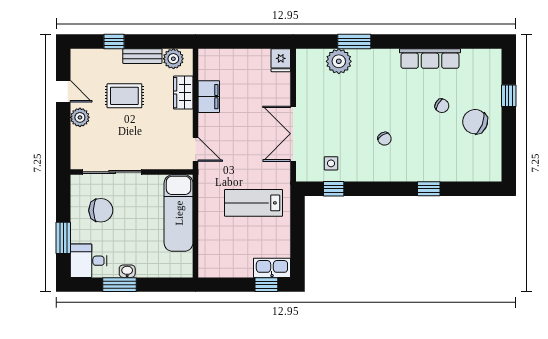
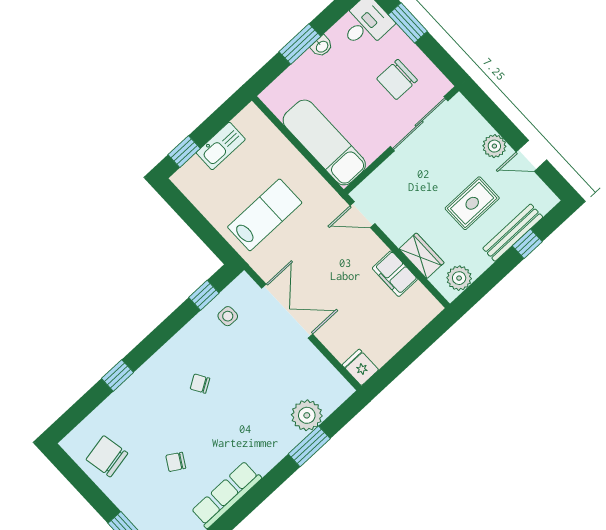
bench: (142, 56) -> (513, 233), moved, width x1.36
chair: (475, 122) -> (107, 456), moved, turned -123
kitchen sink: (272, 268) -> (221, 146), moved
window: (120, 285) -> (300, 44), moved

